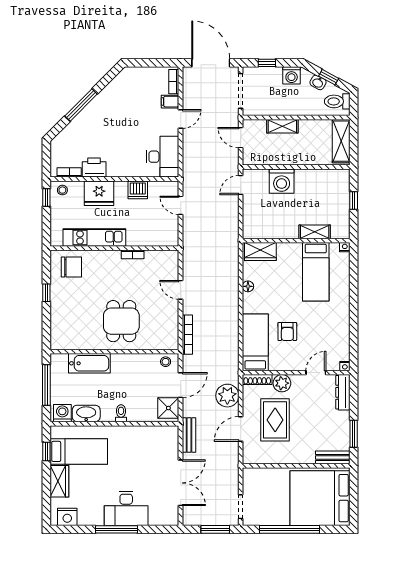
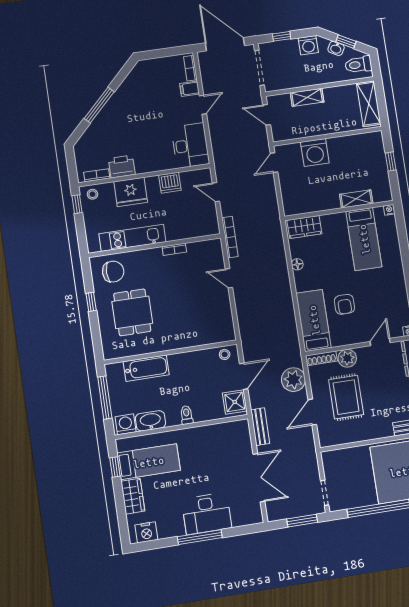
dining table: (121, 321) -> (132, 312), moved
bookcase: (187, 335) -> (230, 237), moved

